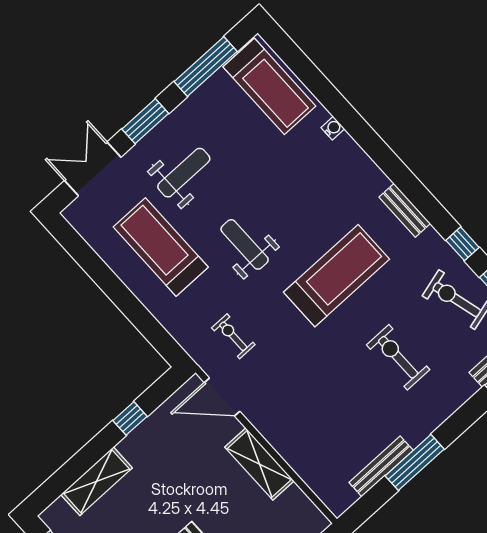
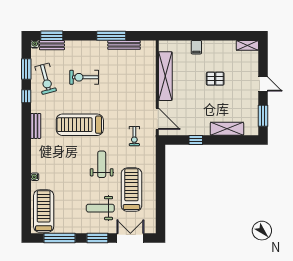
double door: (93, 169) -> (130, 238), swing flipped
weight bench: (245, 244) -> (102, 164), turned 180
treadmill: (161, 247) -> (131, 190), turned 180
exercise bike: (398, 357) -> (84, 77), turned 90
shelving: (259, 464) -> (165, 76), width x1.47

